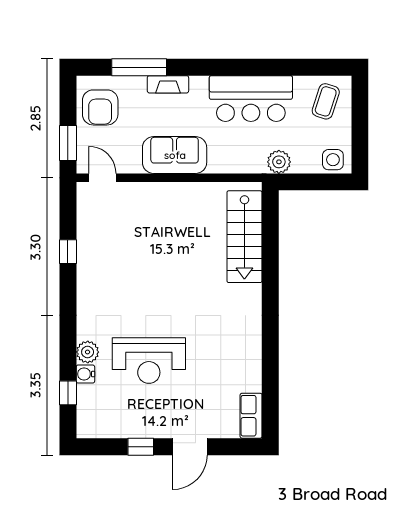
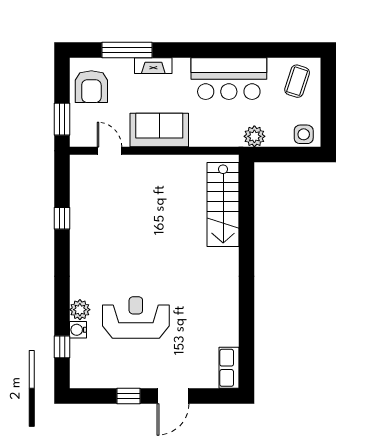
door: (103, 178) -> (109, 151), moved
reception desk: (149, 361) -> (136, 318), turned 180

